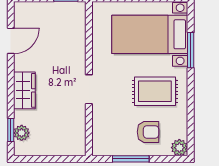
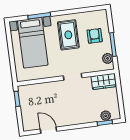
wardrobe: (24, 90) -> (103, 81), moved, turned 180
plant: (179, 148) -> (108, 58), moved

